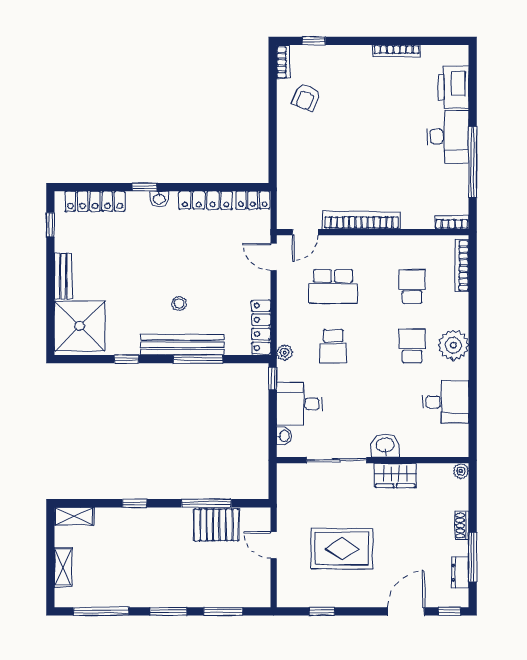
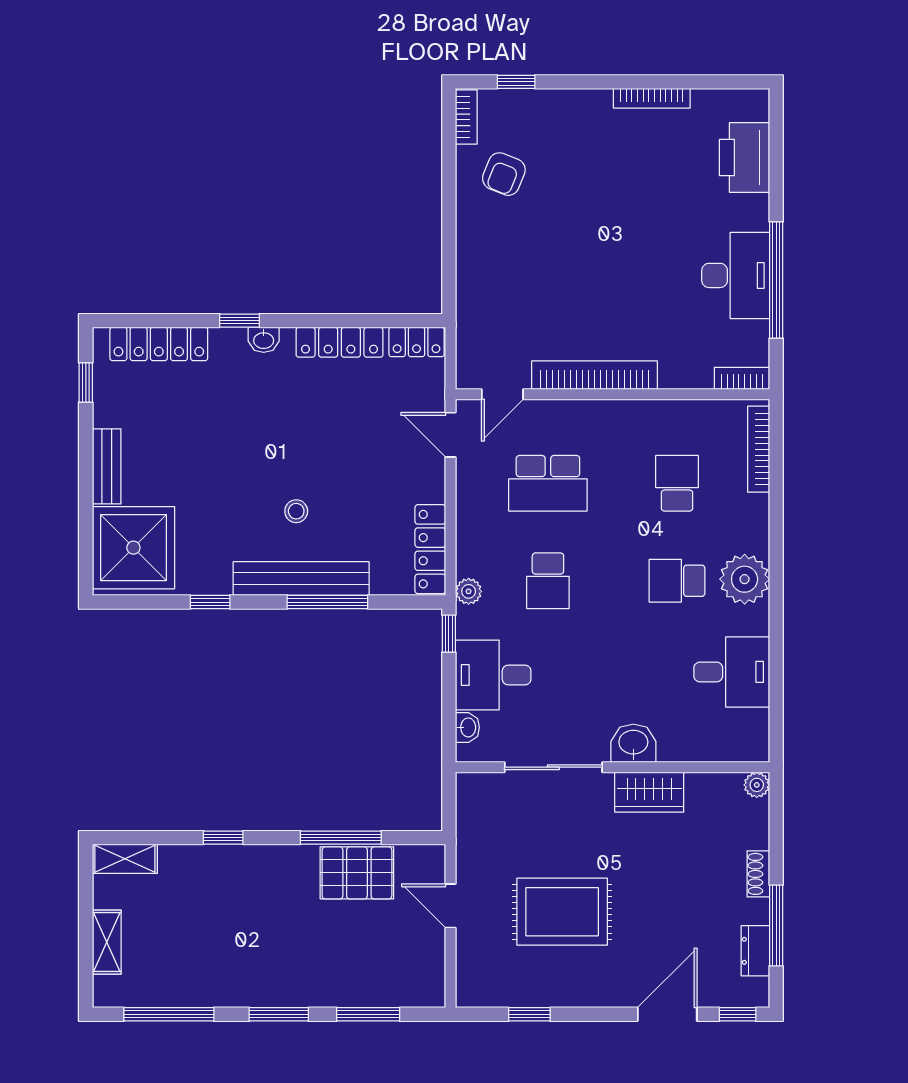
desk: (448, 137) -> (736, 275), moved
school desk: (412, 346) -> (677, 581), turned -90

